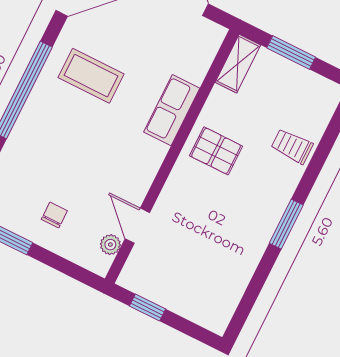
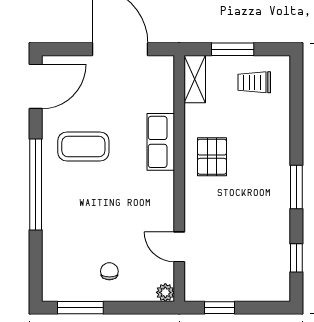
trolley: (292, 146) -> (254, 82), moved
pallet: (216, 151) -> (212, 157), turned 90
plant: (110, 245) -> (165, 292), moved
window: (250, 296) -> (296, 258), added

